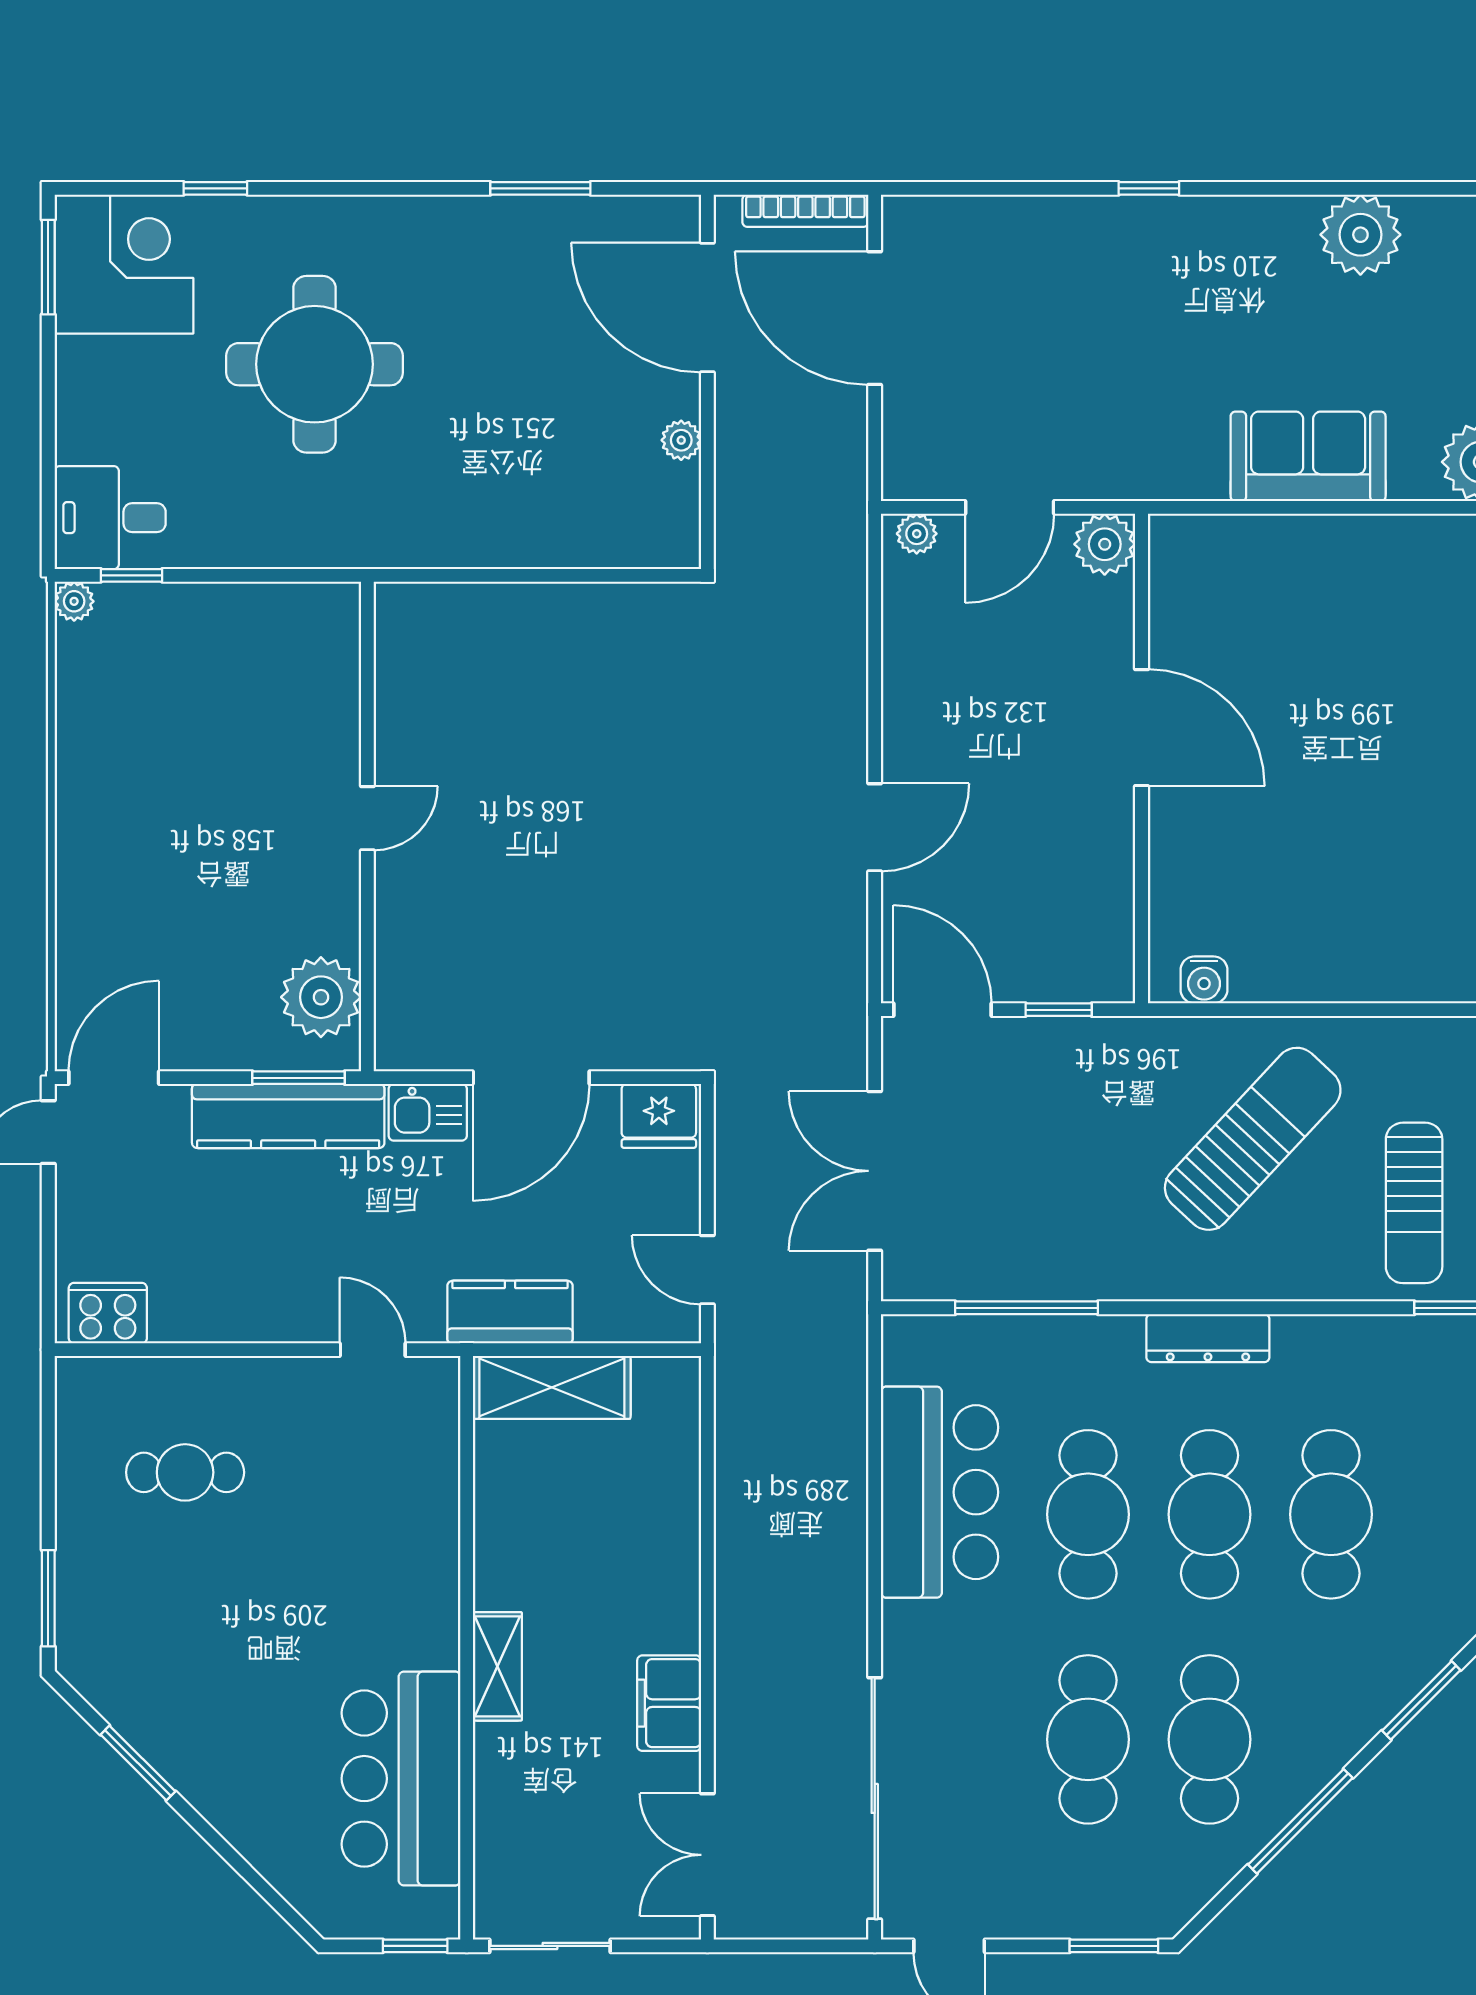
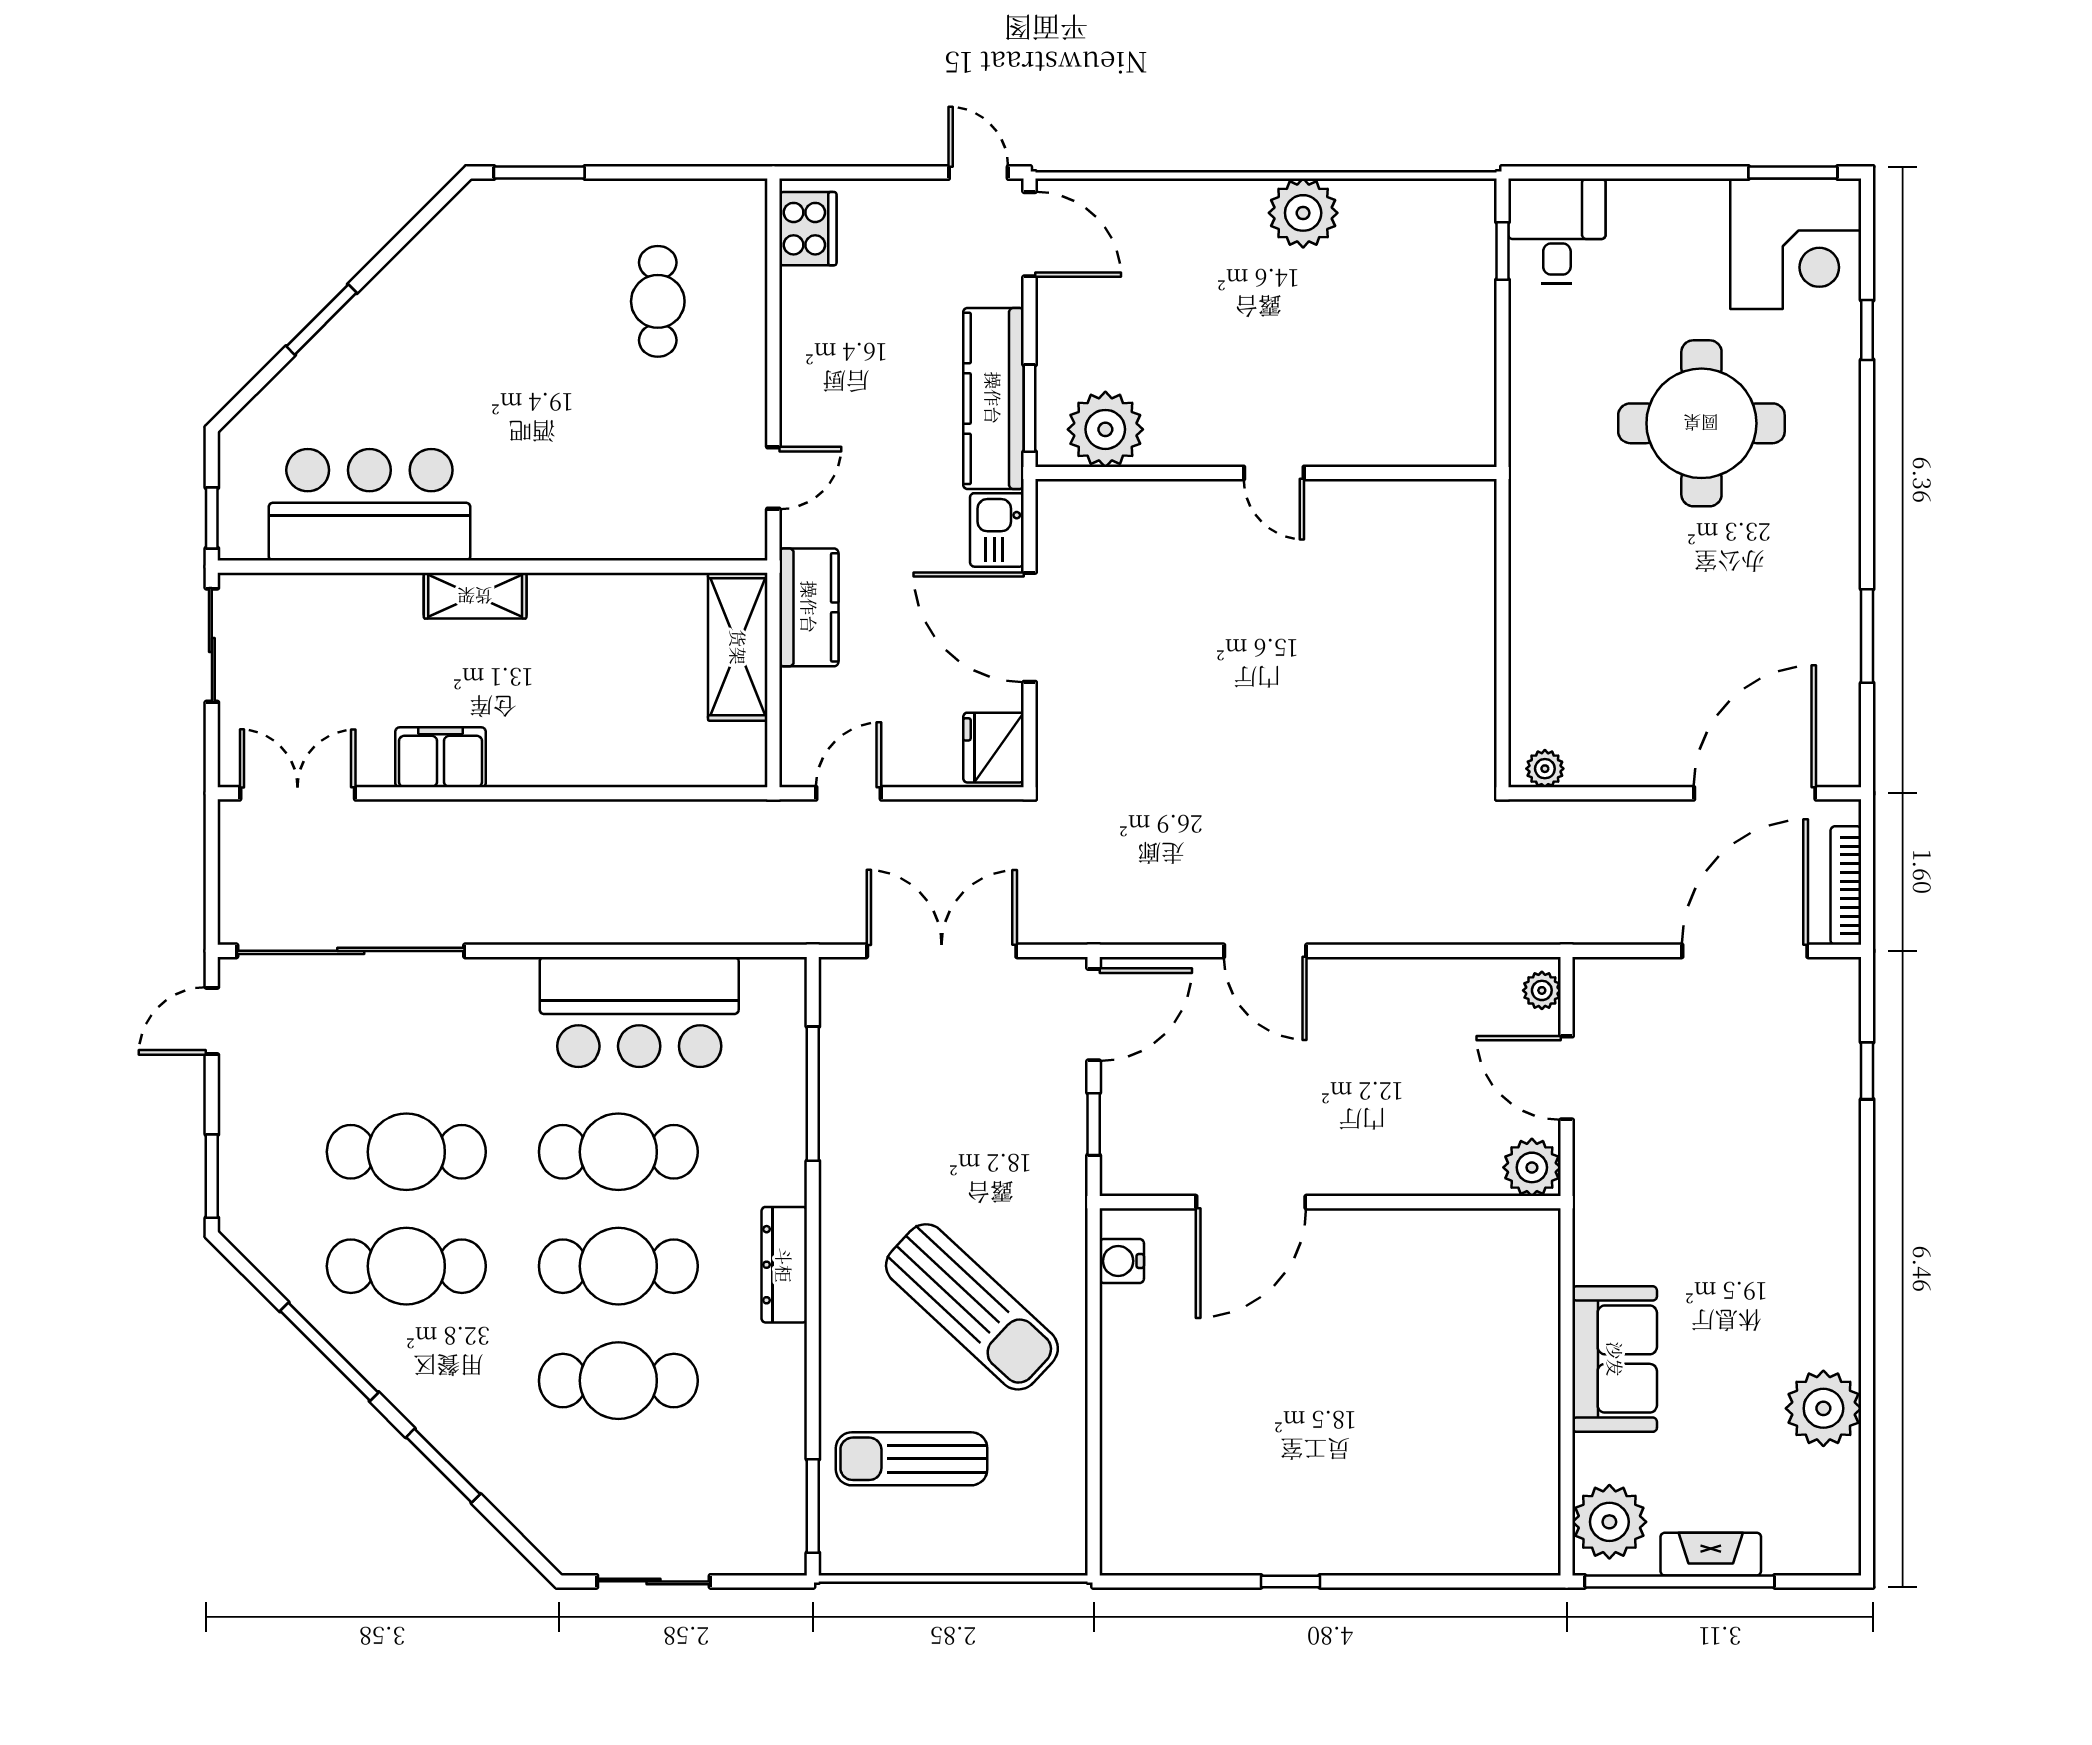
window: (1149, 188) -> (1867, 1071), moved
plant: (681, 440) -> (1545, 769), moved
plant: (74, 601) -> (1303, 213), moved, width x1.87, depth x1.87
door: (1141, 728) -> (1251, 1202), moved
window: (138, 1763) -> (322, 320), moved

